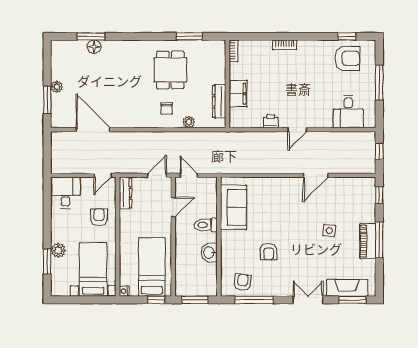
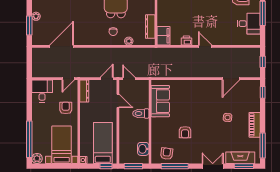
filing cabinet: (238, 94) -> (164, 36), moved
desk: (348, 112) -> (249, 24), moved, turned -90
door: (93, 130) -> (62, 46), hinge flipped
door: (297, 130) -> (205, 46), swing flipped
door: (316, 175) -> (231, 79), moved
door: (173, 207) -> (118, 101), hinge flipped
window: (379, 240) -> (263, 146), moved
plant: (58, 250) -> (37, 158), moved
washbasin: (209, 253) -> (143, 149), moved
window: (47, 262) -> (29, 139), width x2.11

